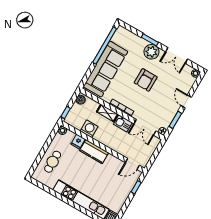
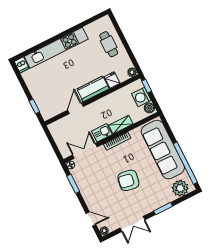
plant: (151, 52) -> (180, 188), moved
double door: (177, 55) -> (132, 224), swing flipped
armchair: (146, 80) -> (128, 180), turned -79
door: (186, 101) -> (91, 219), moved
washing machine: (89, 129) -> (141, 97), moved, turned 90
door: (132, 164) -> (75, 108), moved

